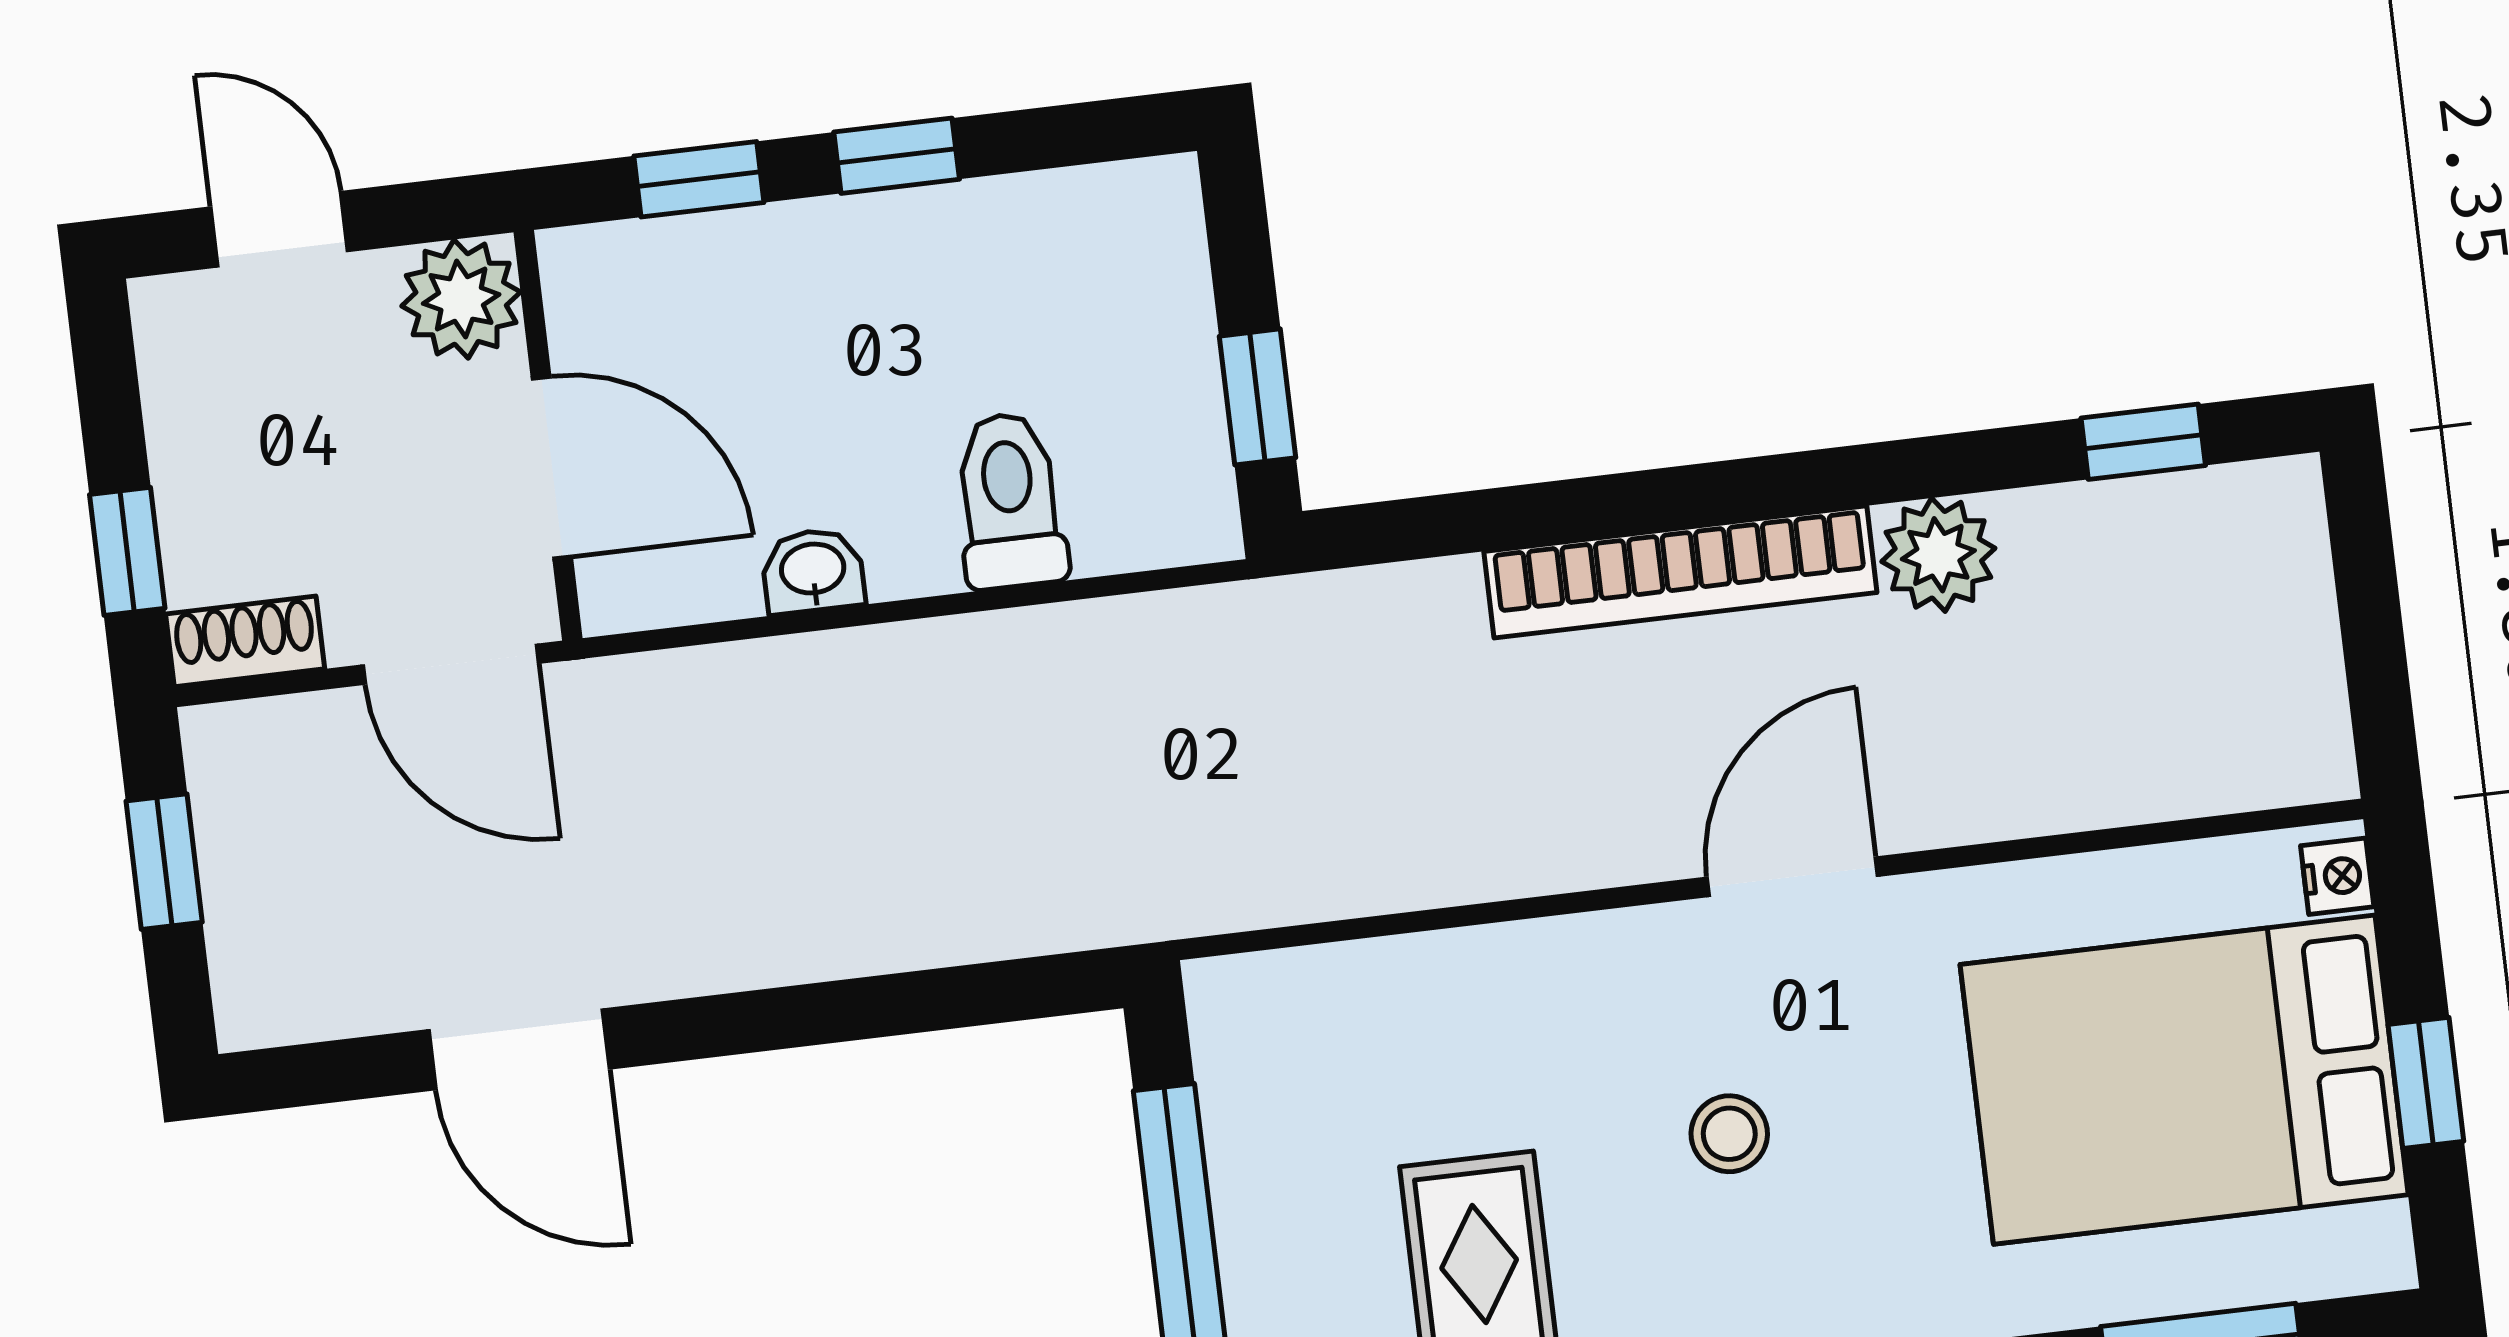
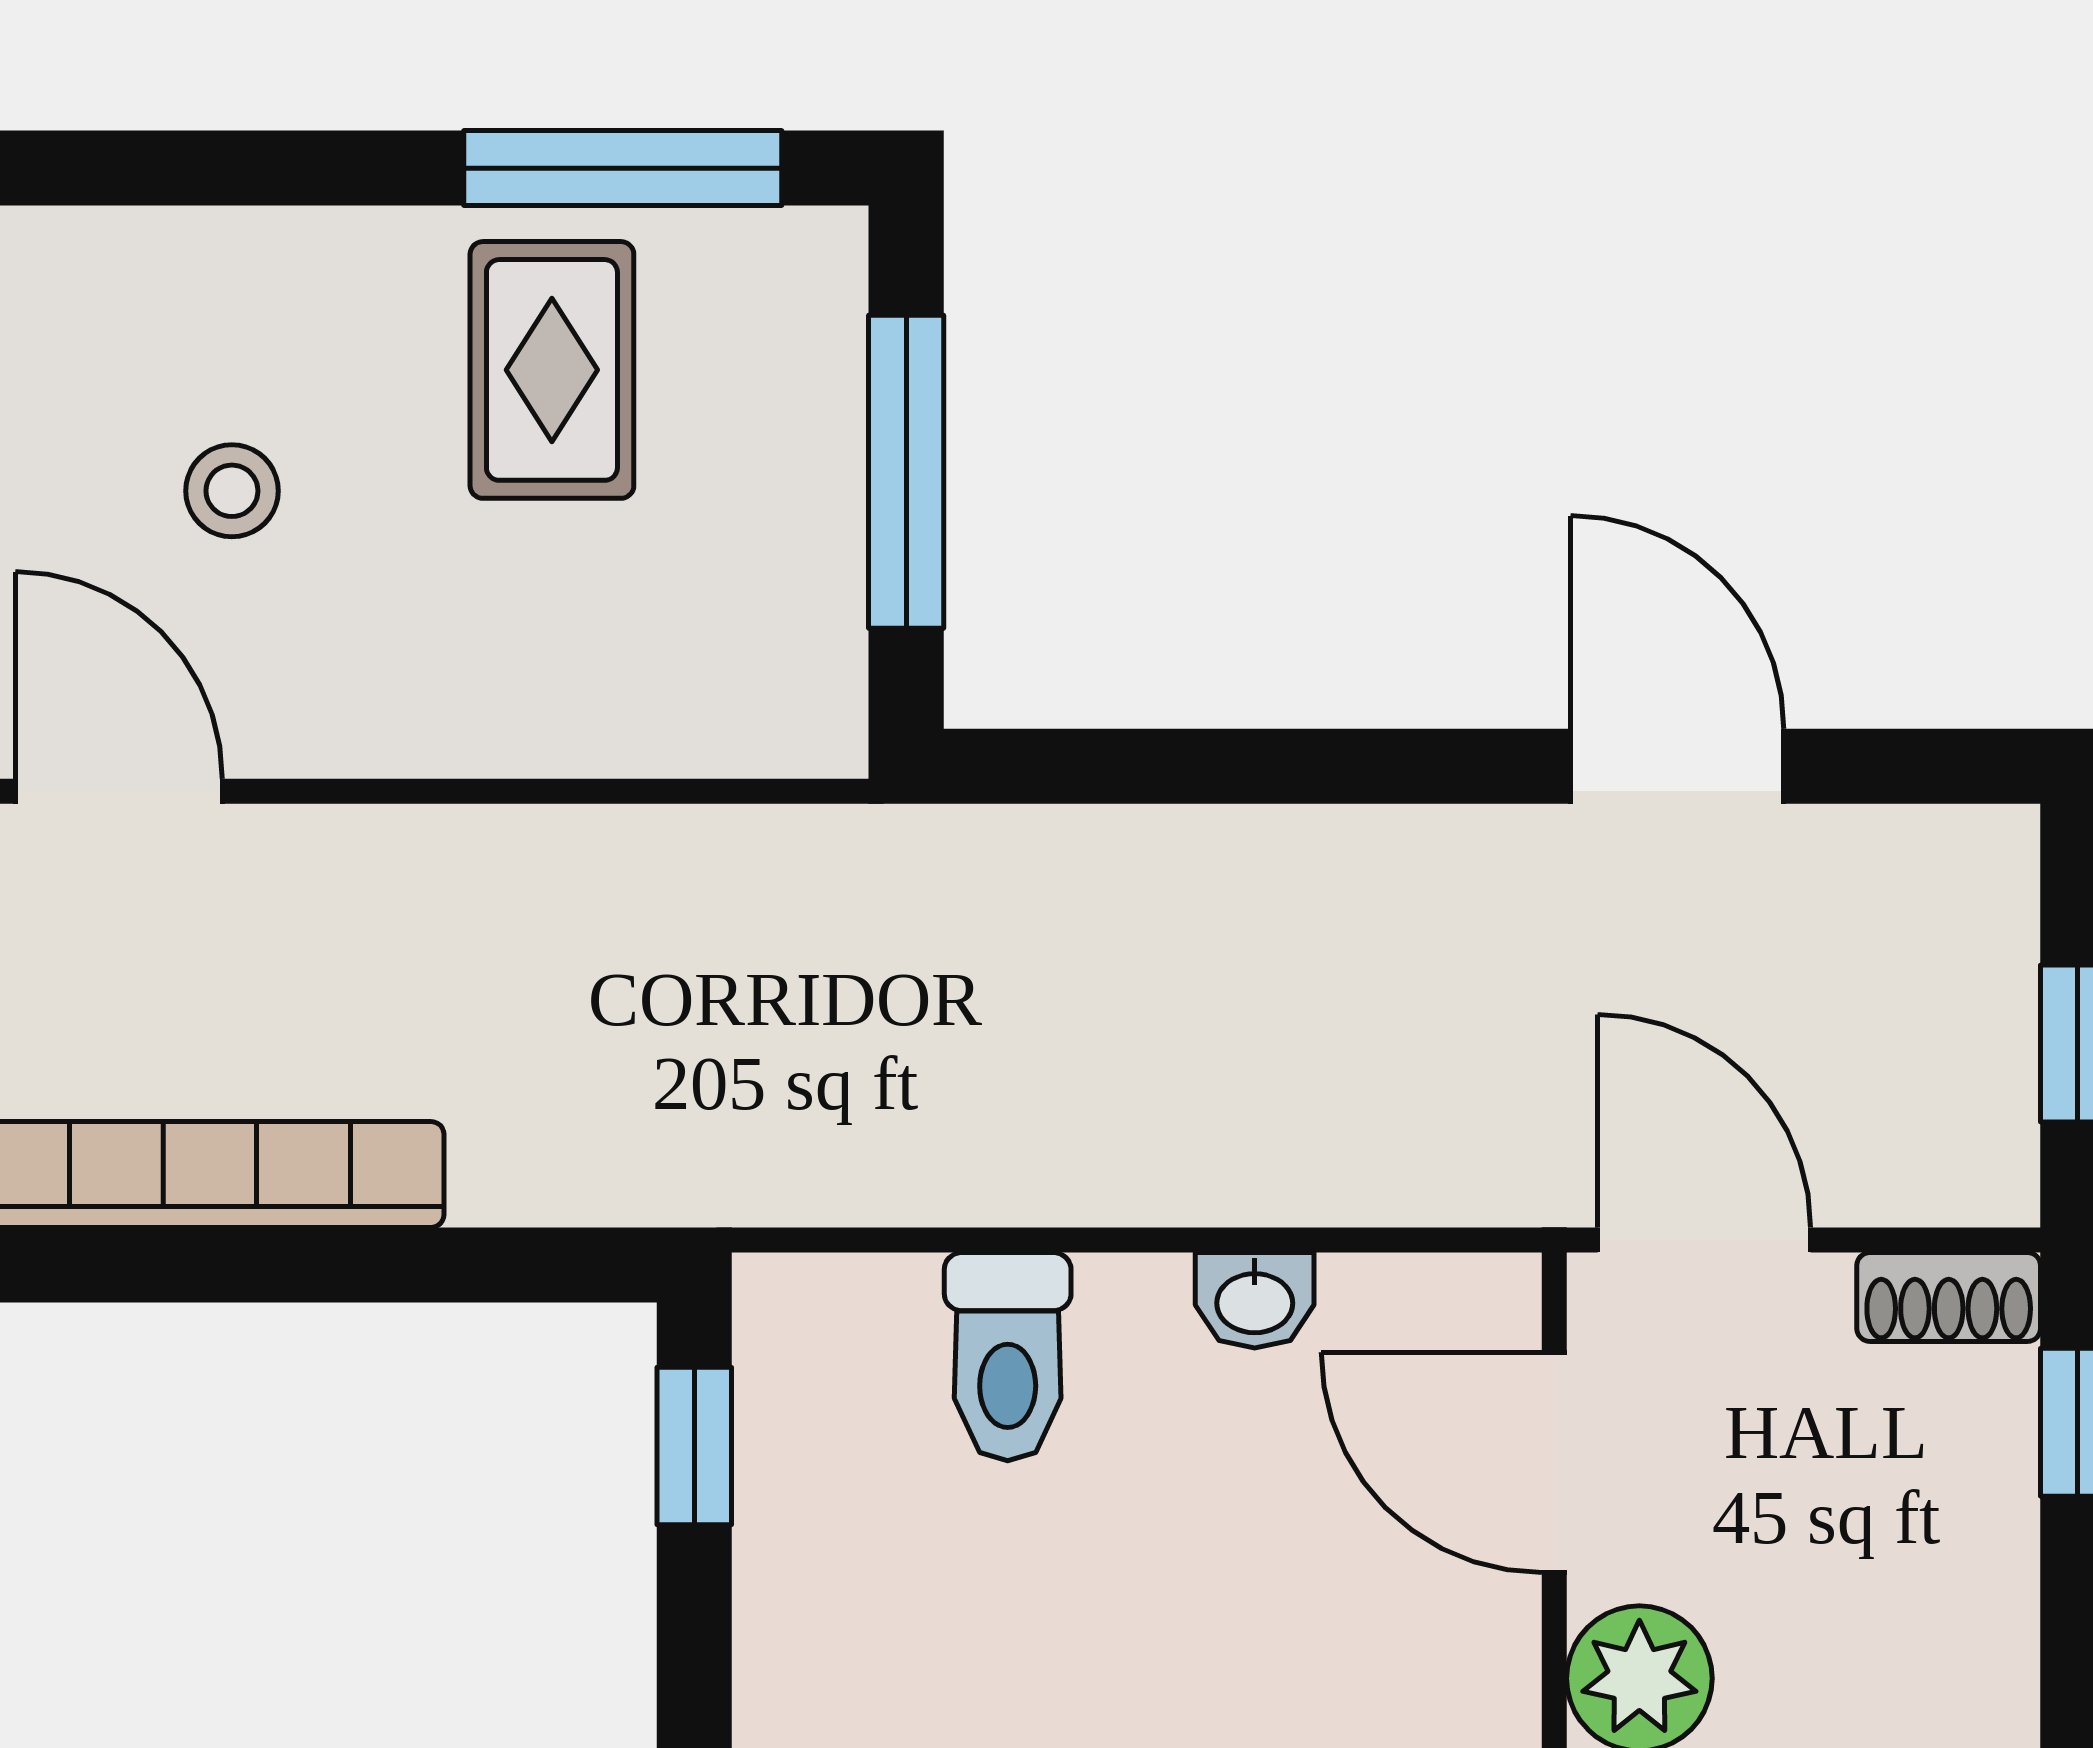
door: (1792, 877) -> (119, 791), swing flipped

